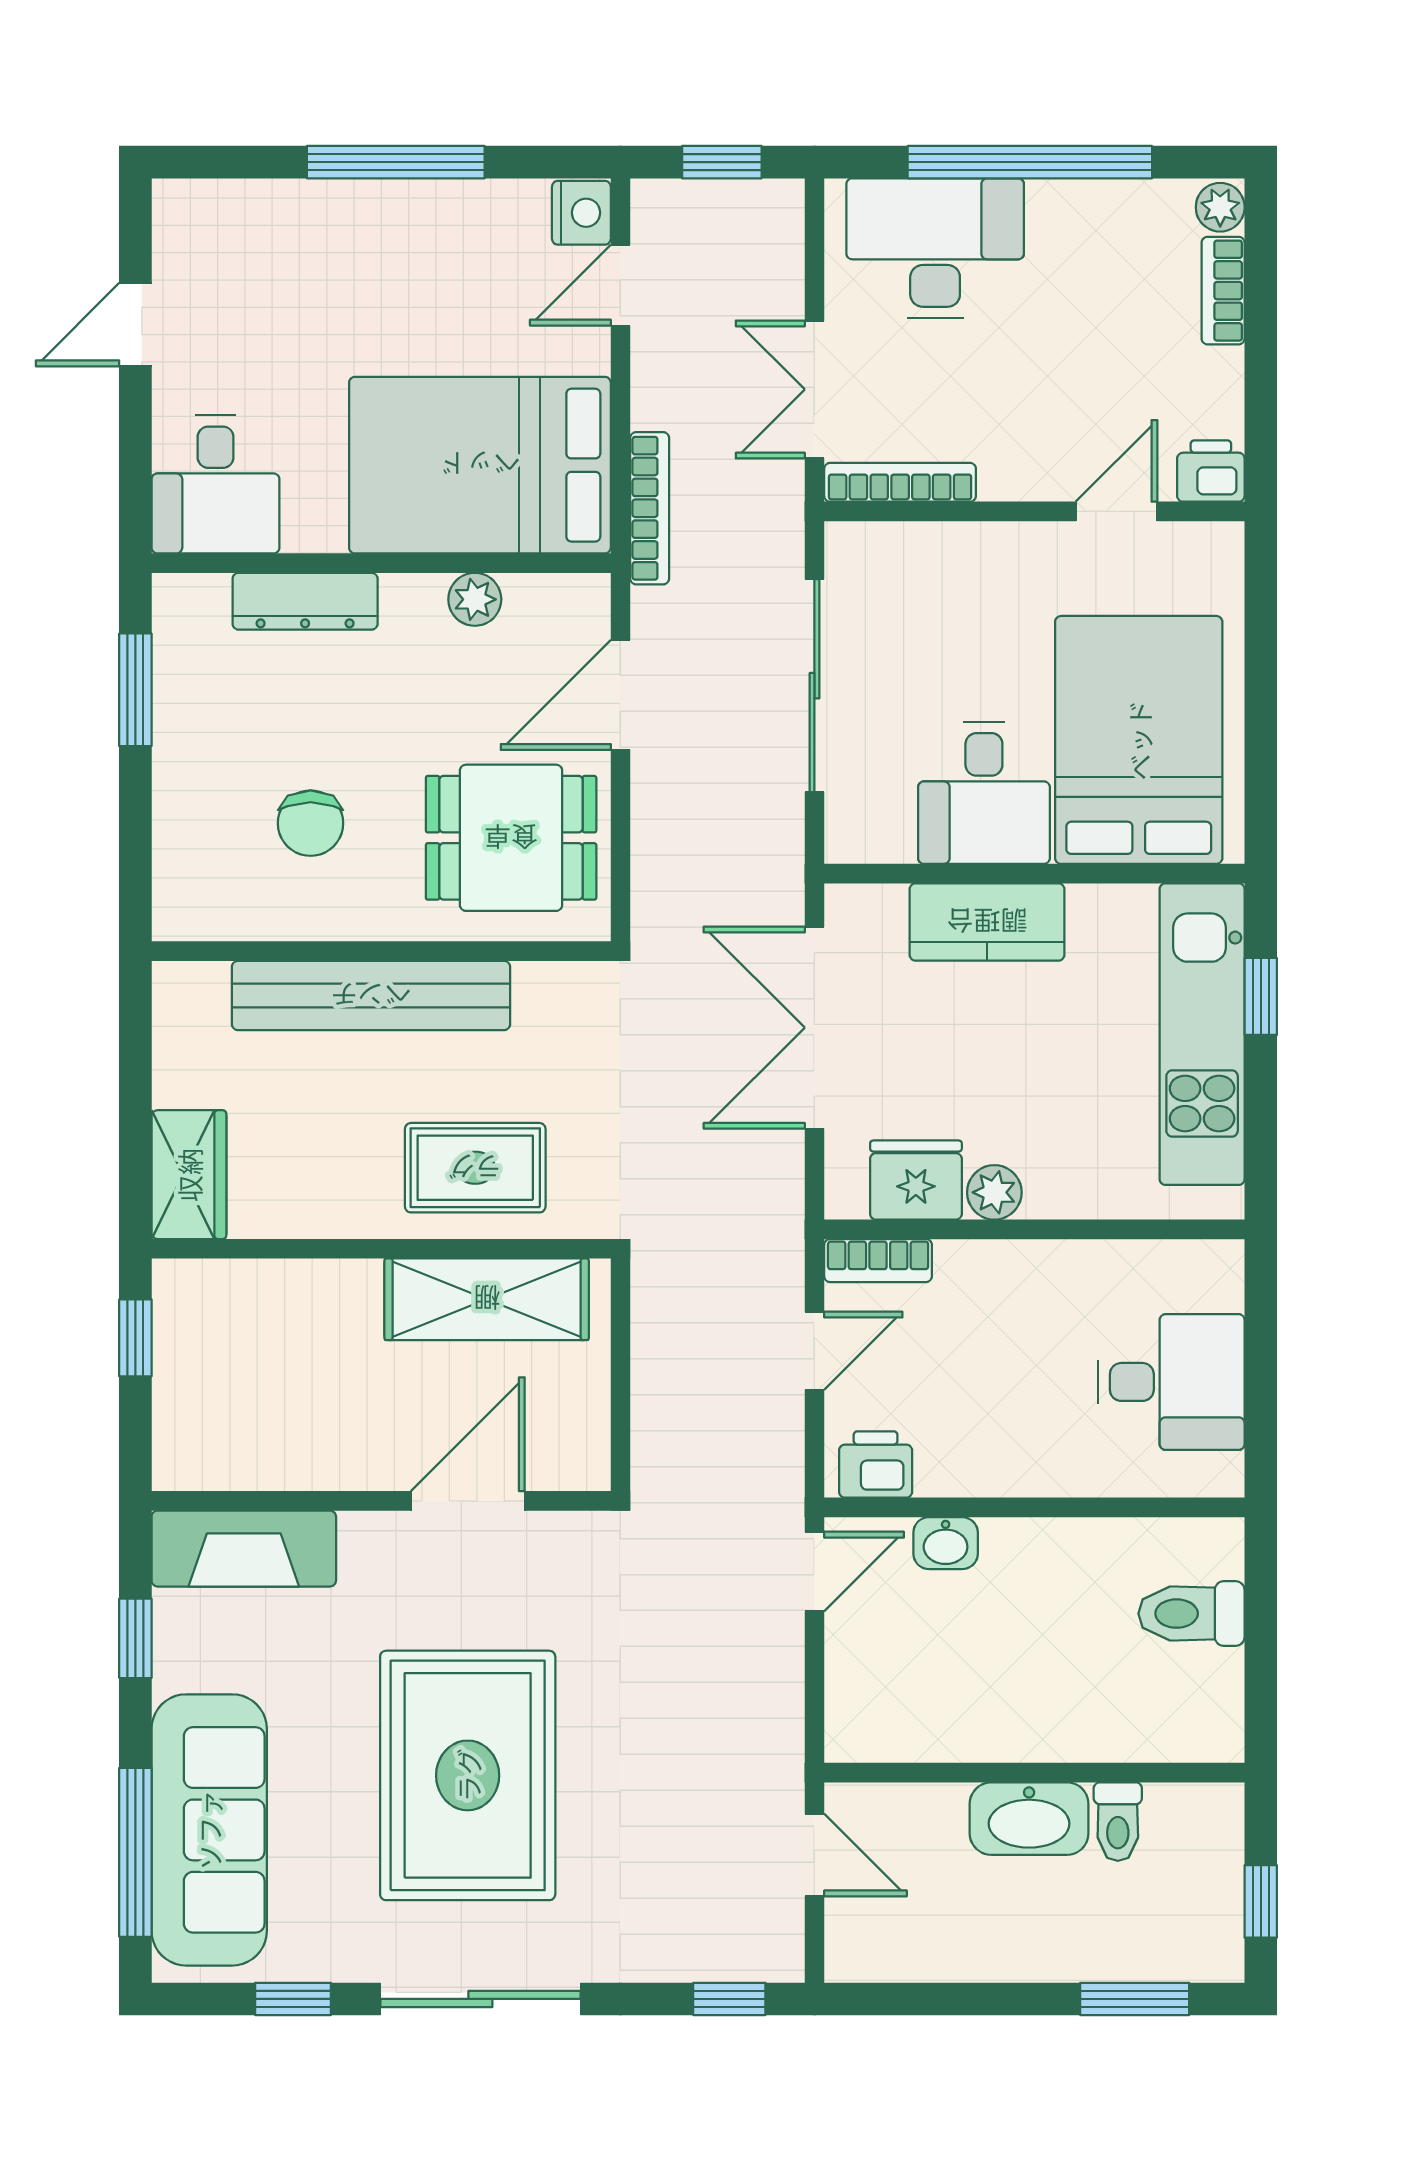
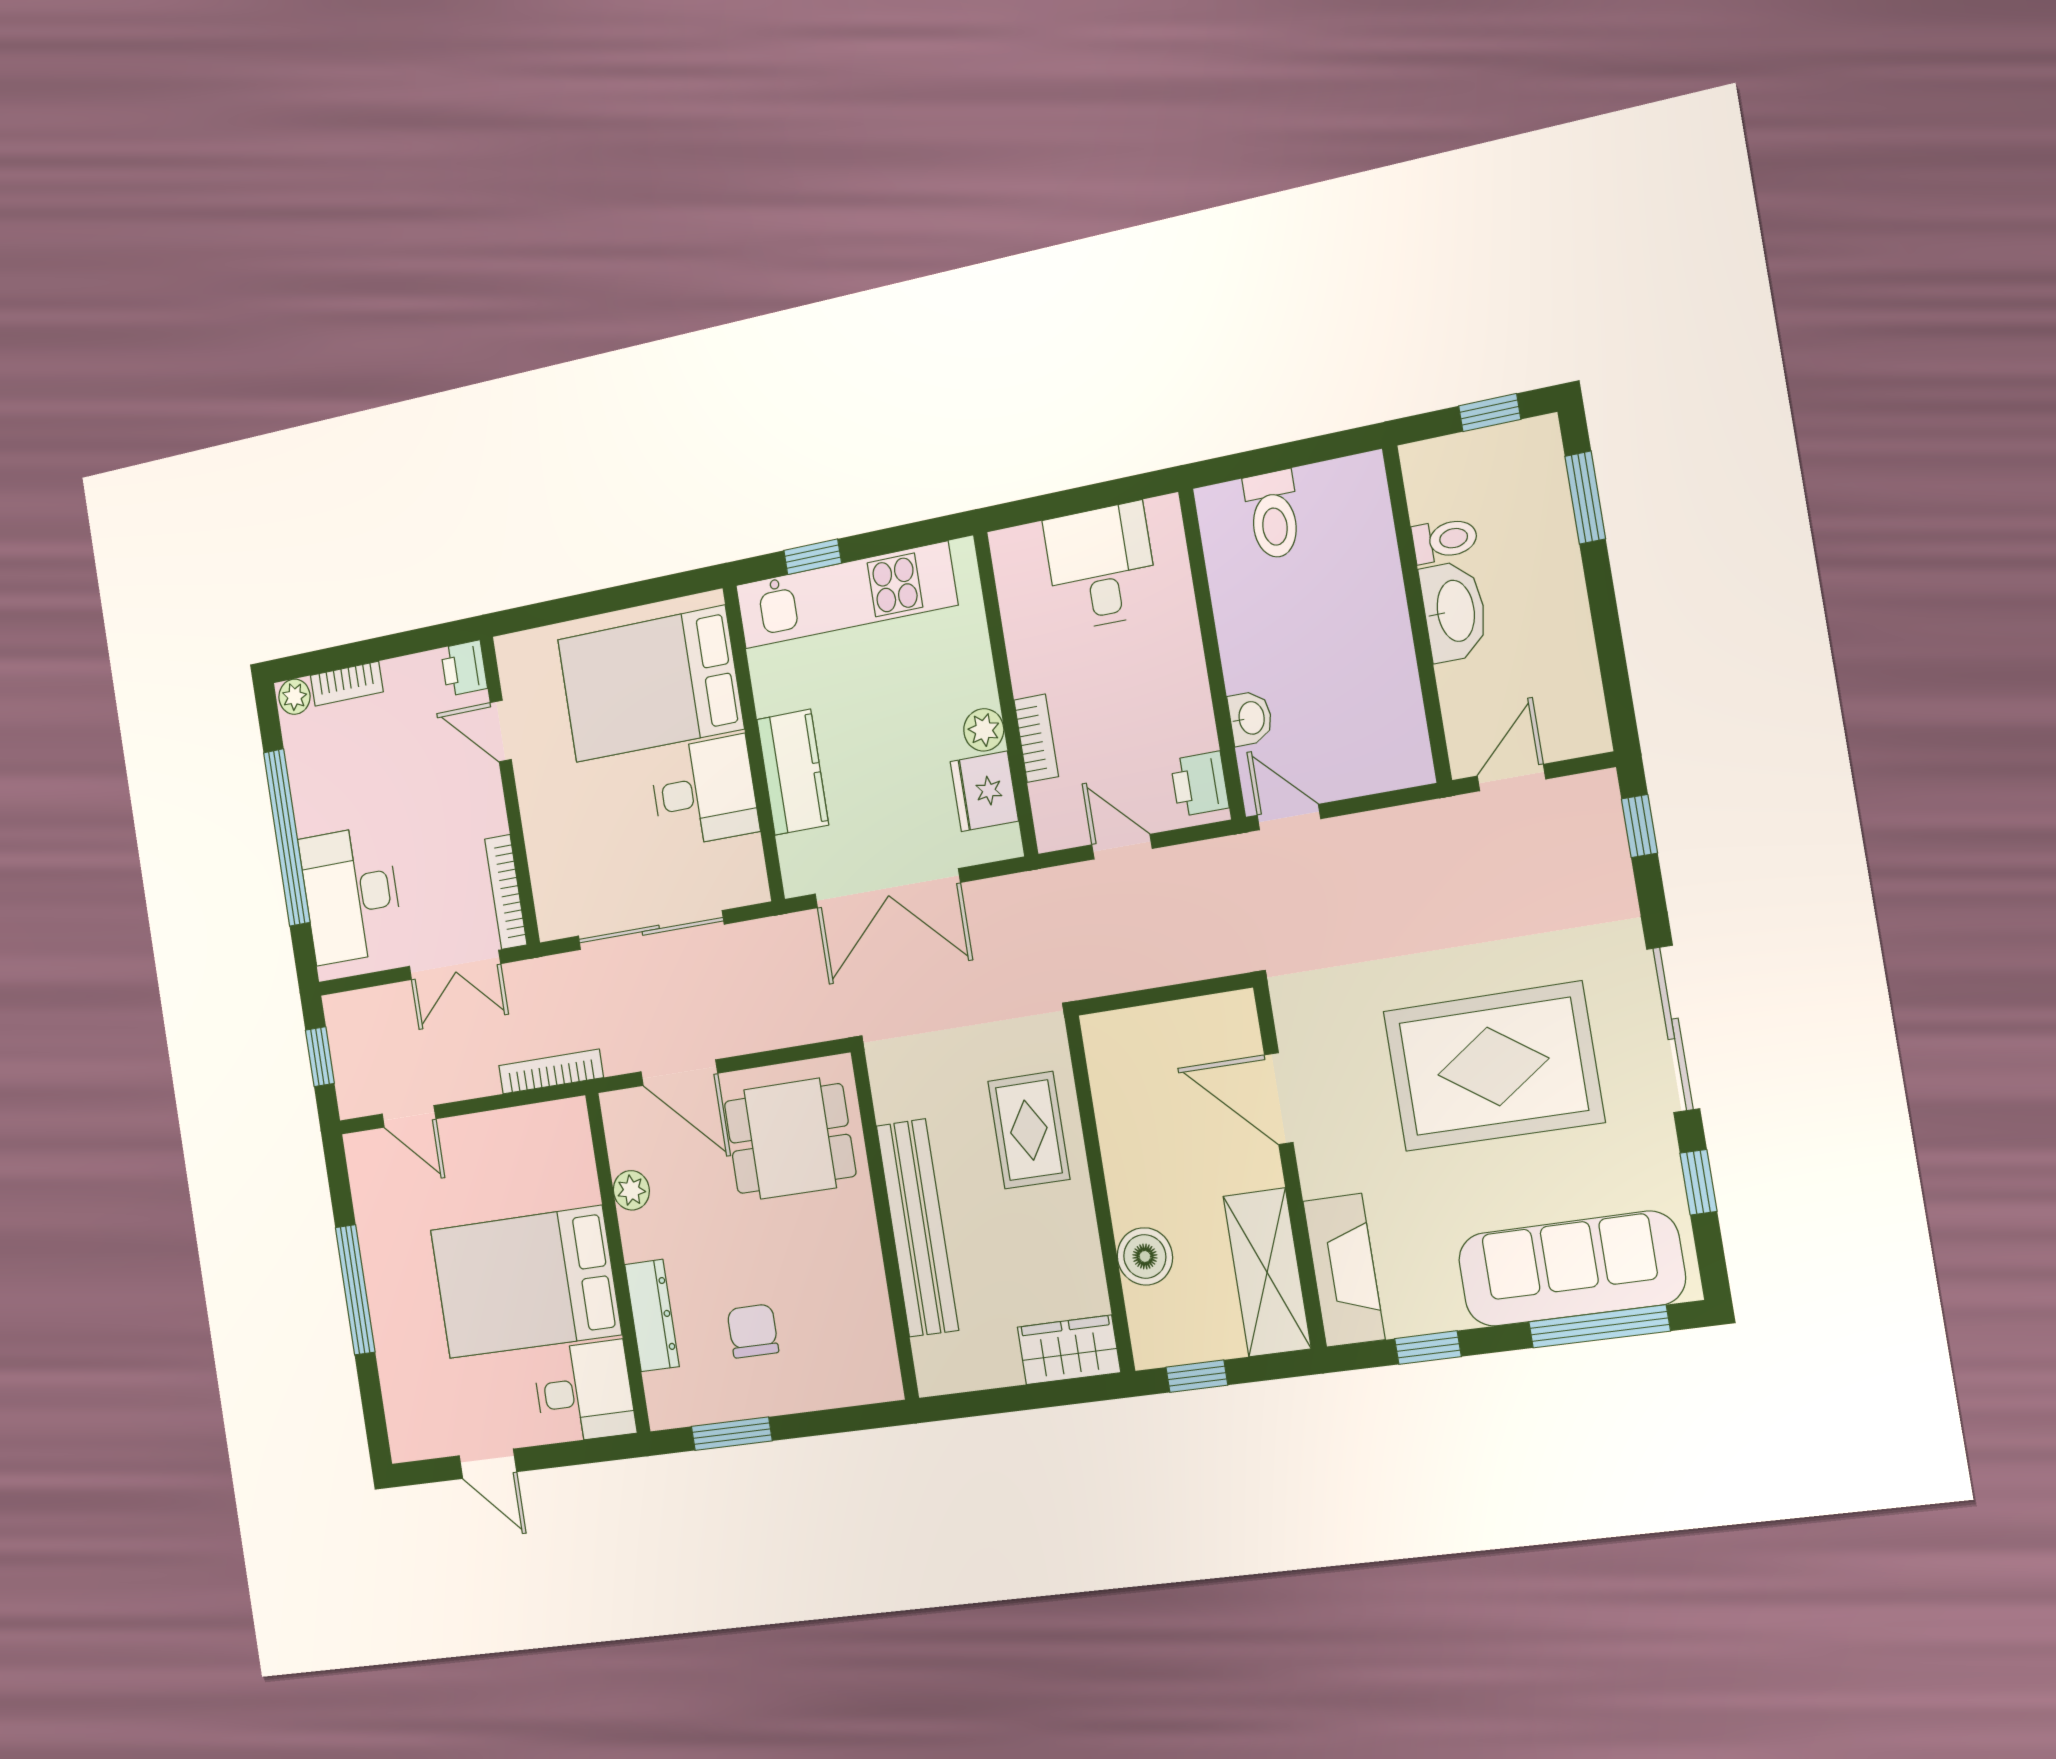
nightstand: (581, 213) -> (367, 1152), removed
bed: (480, 465) -> (526, 1282), moved, turned 90
chair: (311, 823) -> (753, 1331), moved, turned -90
dining table: (511, 838) -> (790, 1139), turned 90
bookcase: (878, 1261) -> (1036, 738), moved
boiler: (294, 1295) -> (1145, 1256), added
shelving: (487, 1299) -> (1267, 1272), moved

